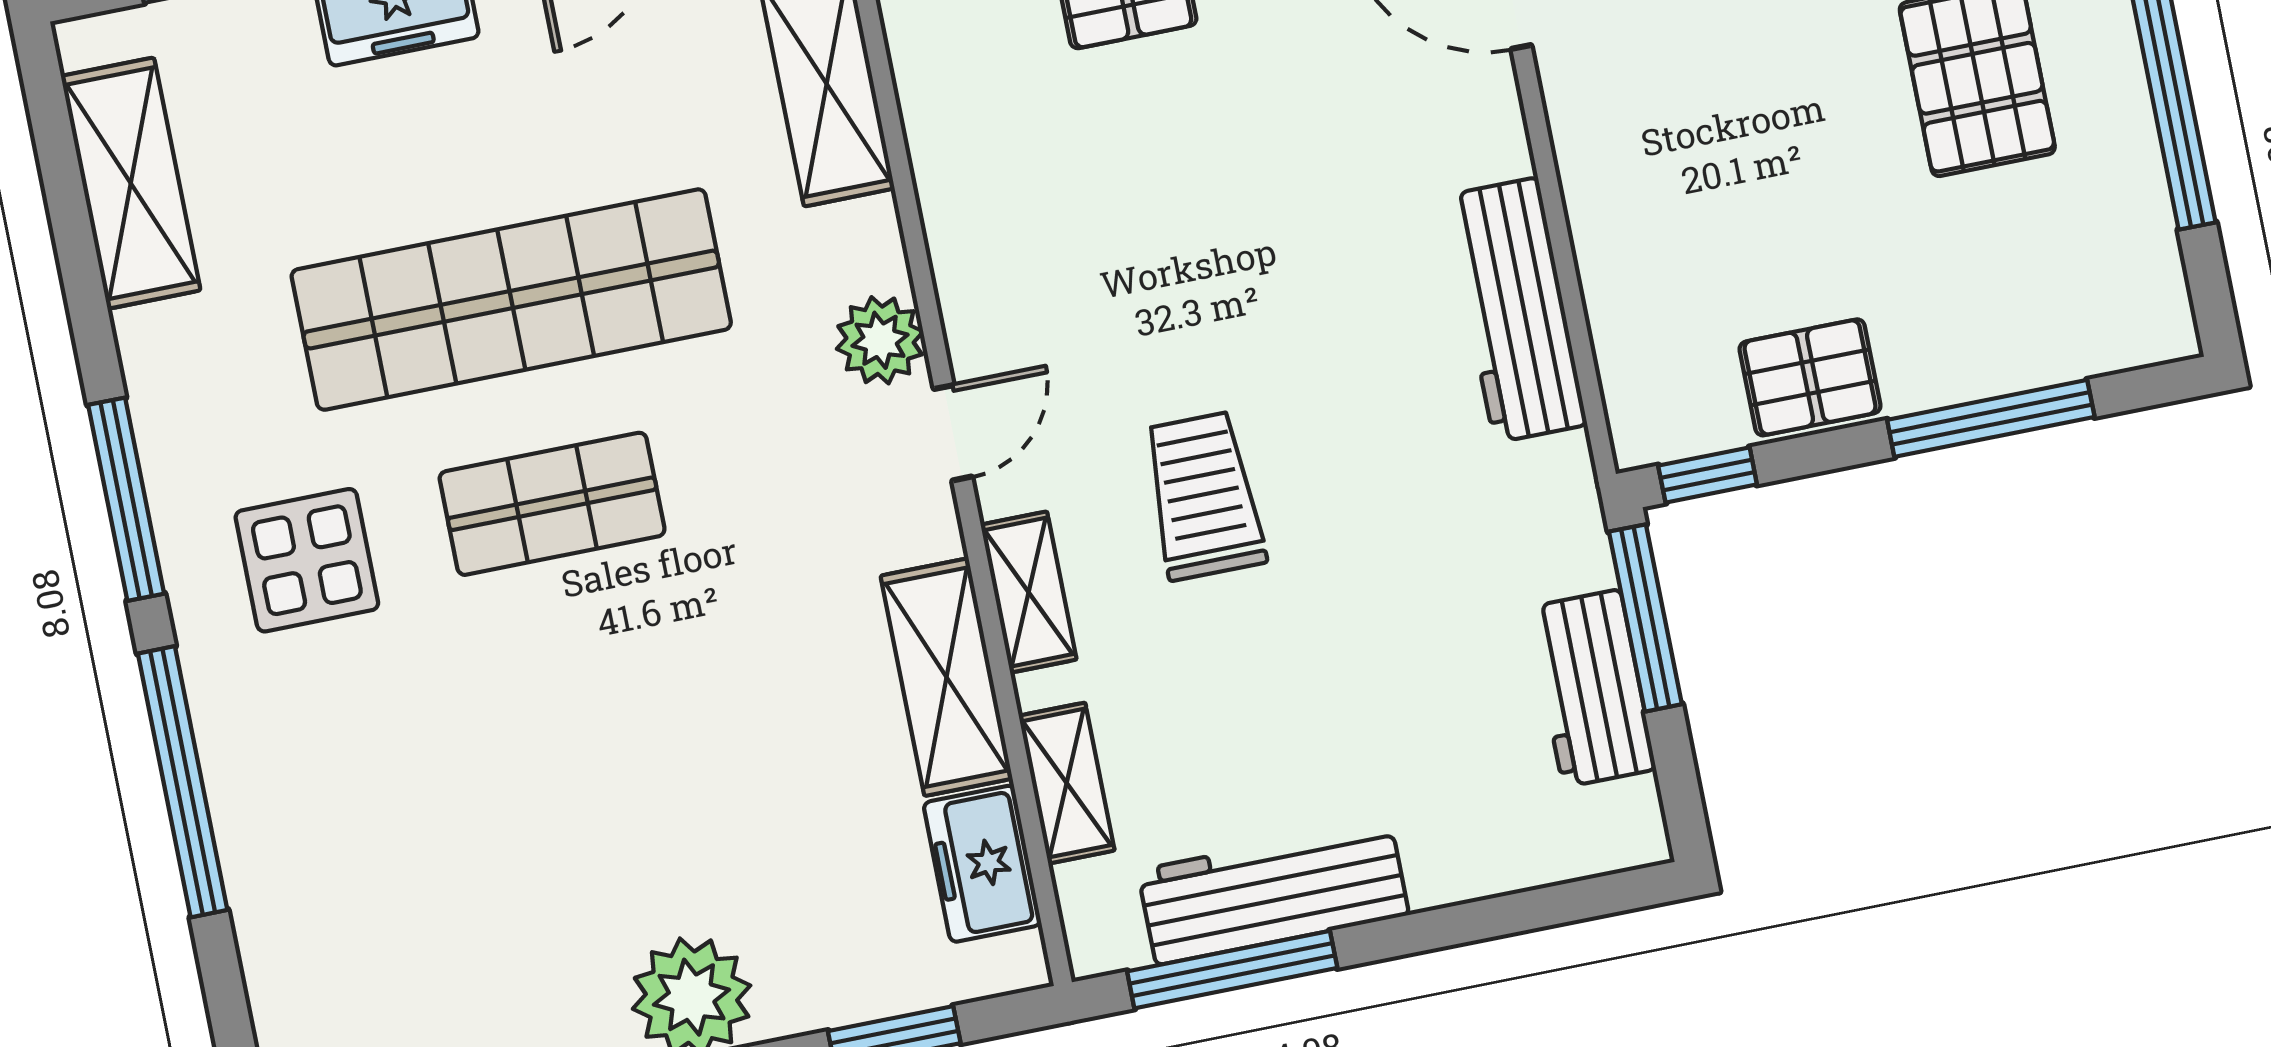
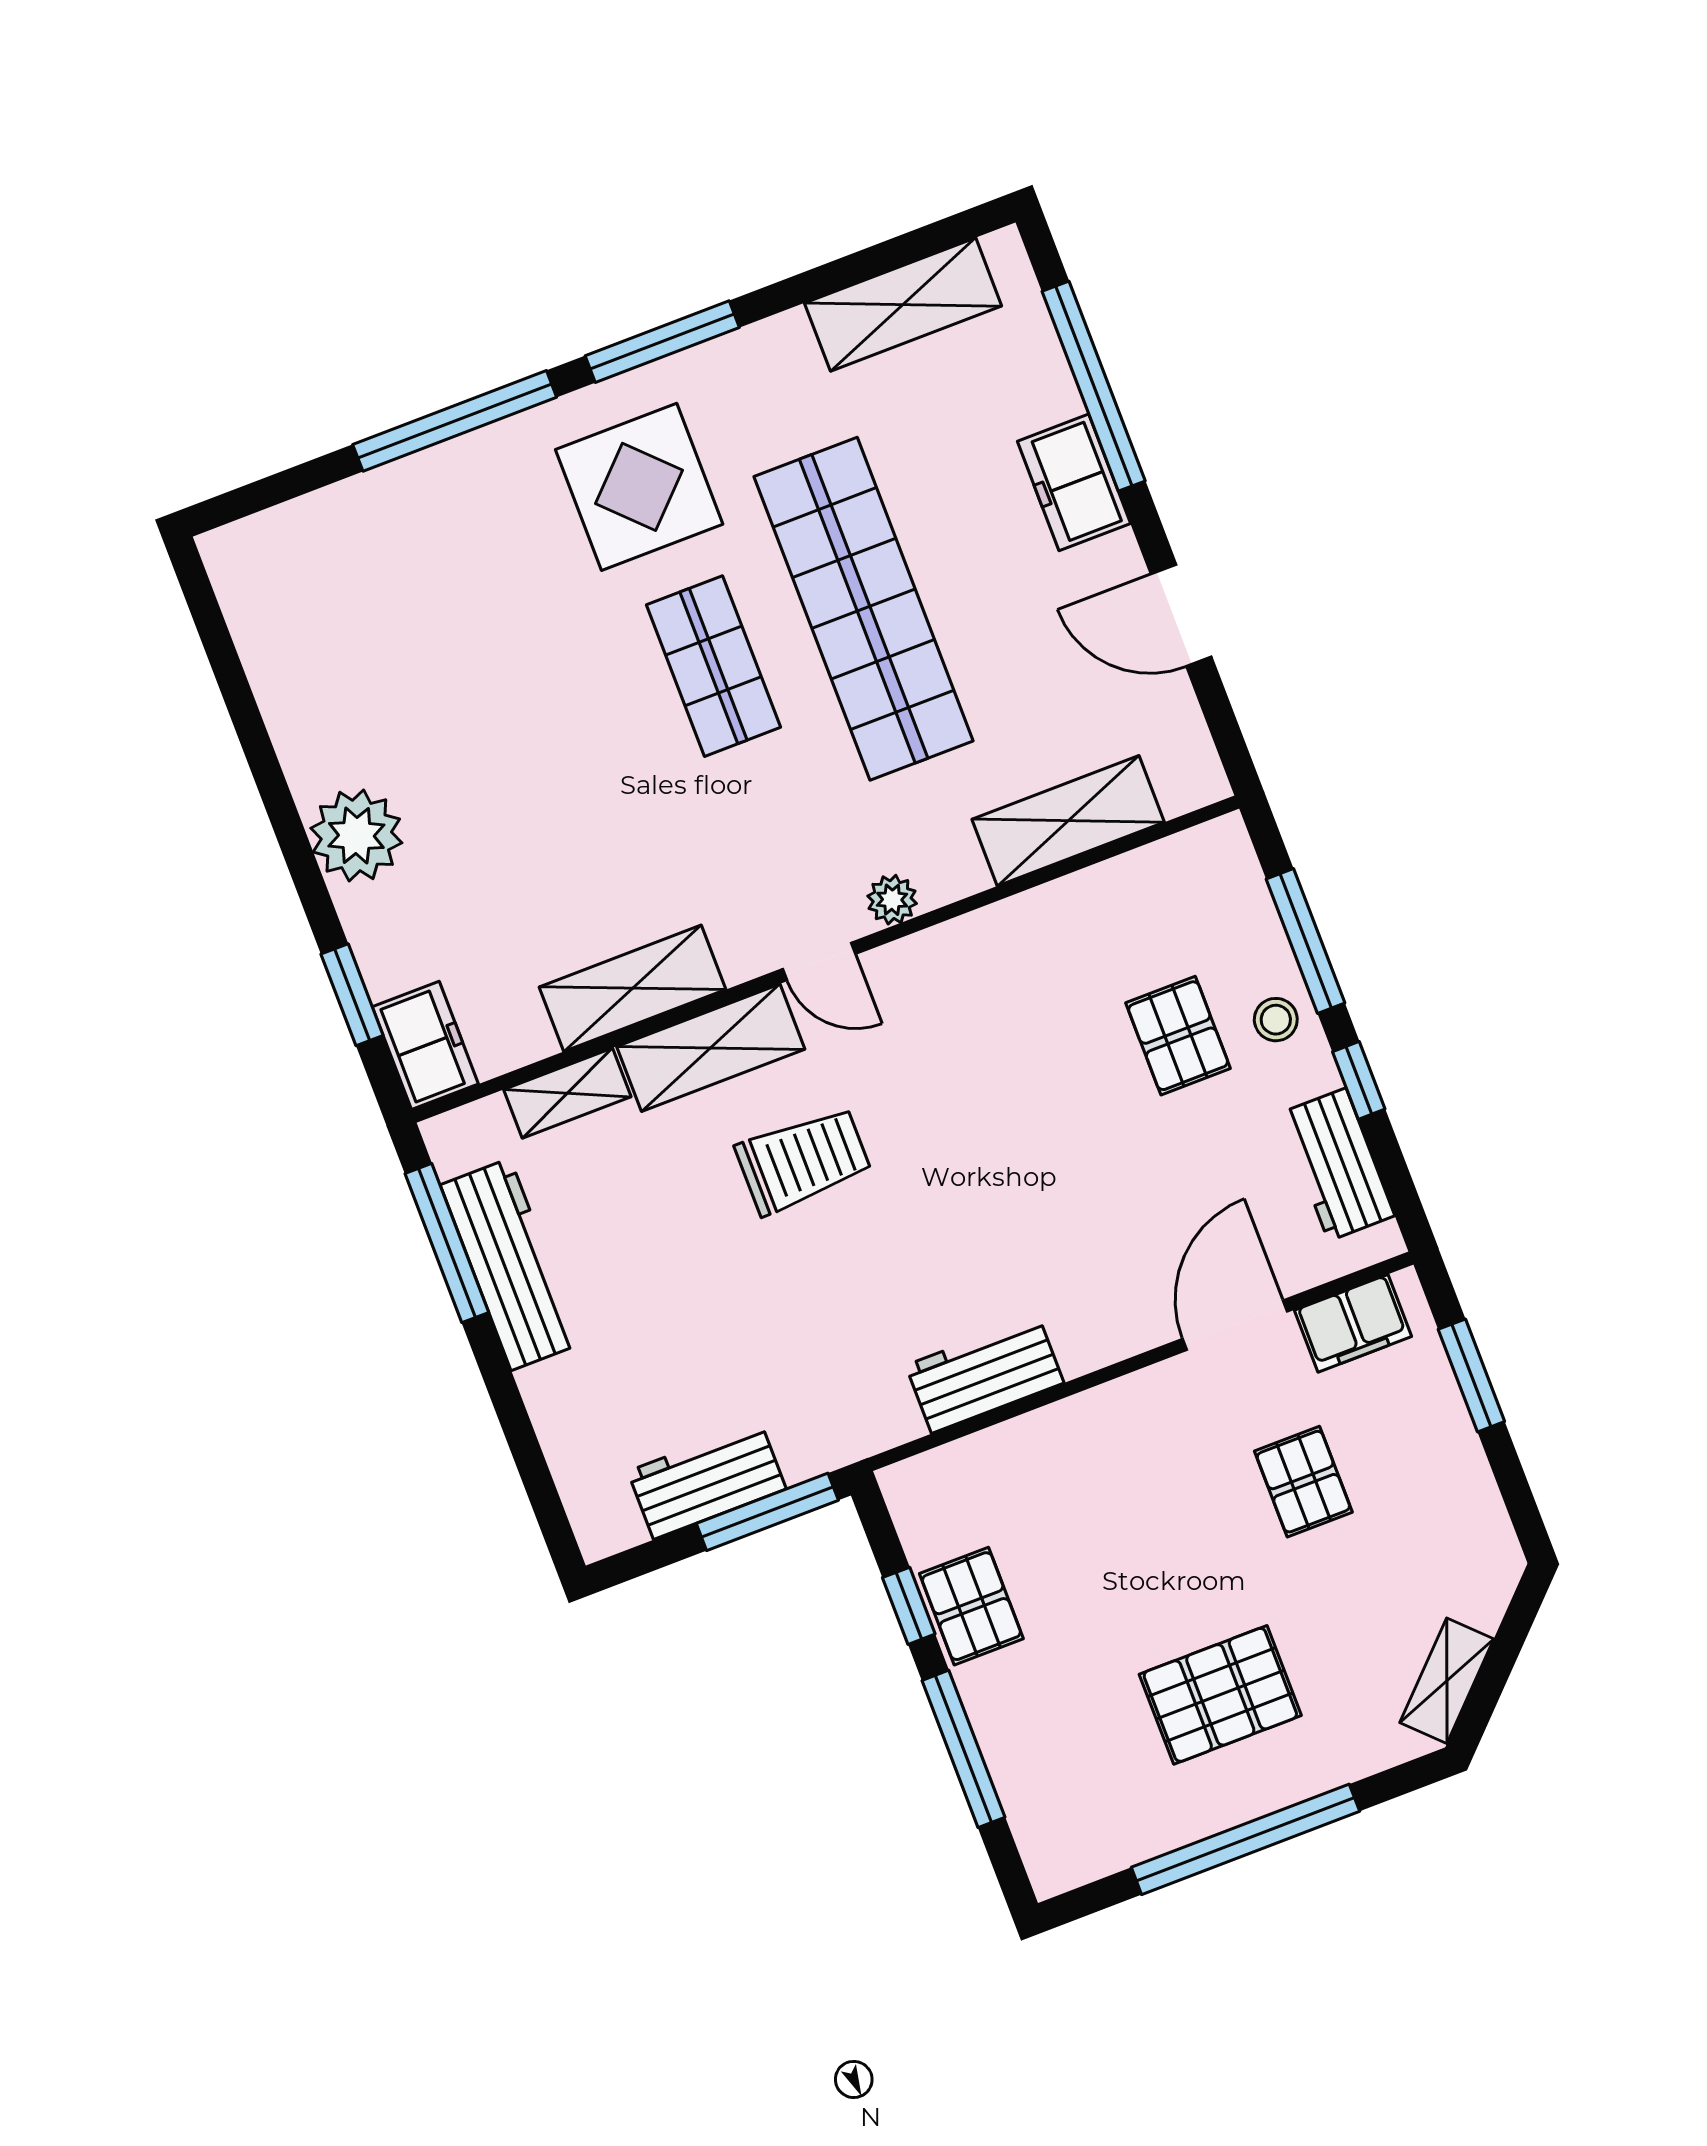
workbench: (1516, 310) -> (985, 1374), width x0.73
plant: (880, 340) -> (892, 900), width x0.73, depth x0.73
window: (1708, 475) -> (909, 1606), moved
display table: (307, 560) -> (639, 487), width x1.36, depth x1.36
shelving: (1029, 592) -> (711, 1048), width x1.50, depth x1.33
freezer: (982, 864) -> (425, 1045), moved, turned 90

